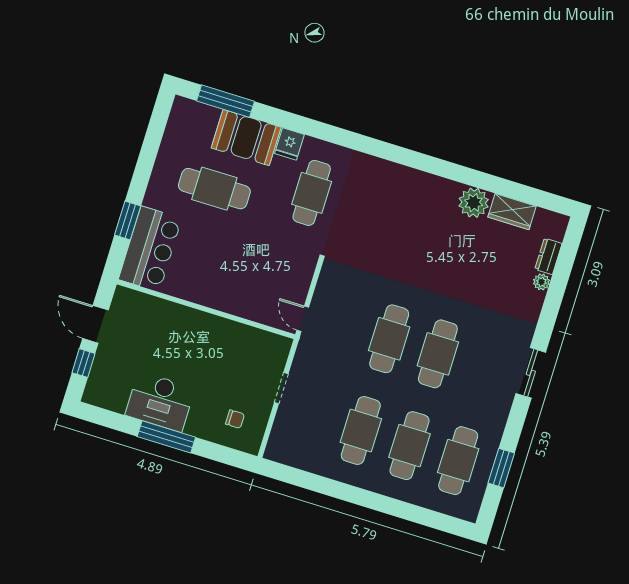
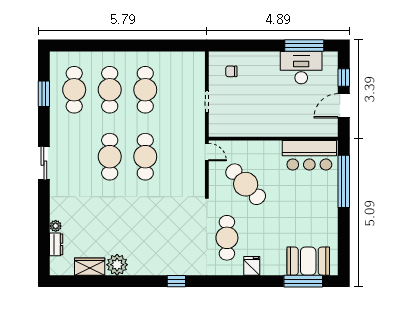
booth: (246, 138) -> (308, 261), moved
window: (399, 155) -> (176, 281), added
cafe table: (214, 189) -> (246, 184), moved, turned 47
window: (128, 221) -> (344, 181), width x2.11
bar counter: (150, 249) -> (309, 155), moved, turned -90
door: (96, 324) -> (344, 106), swing flipped
desk: (160, 402) -> (301, 68), moved
window: (166, 437) -> (304, 45), moved

